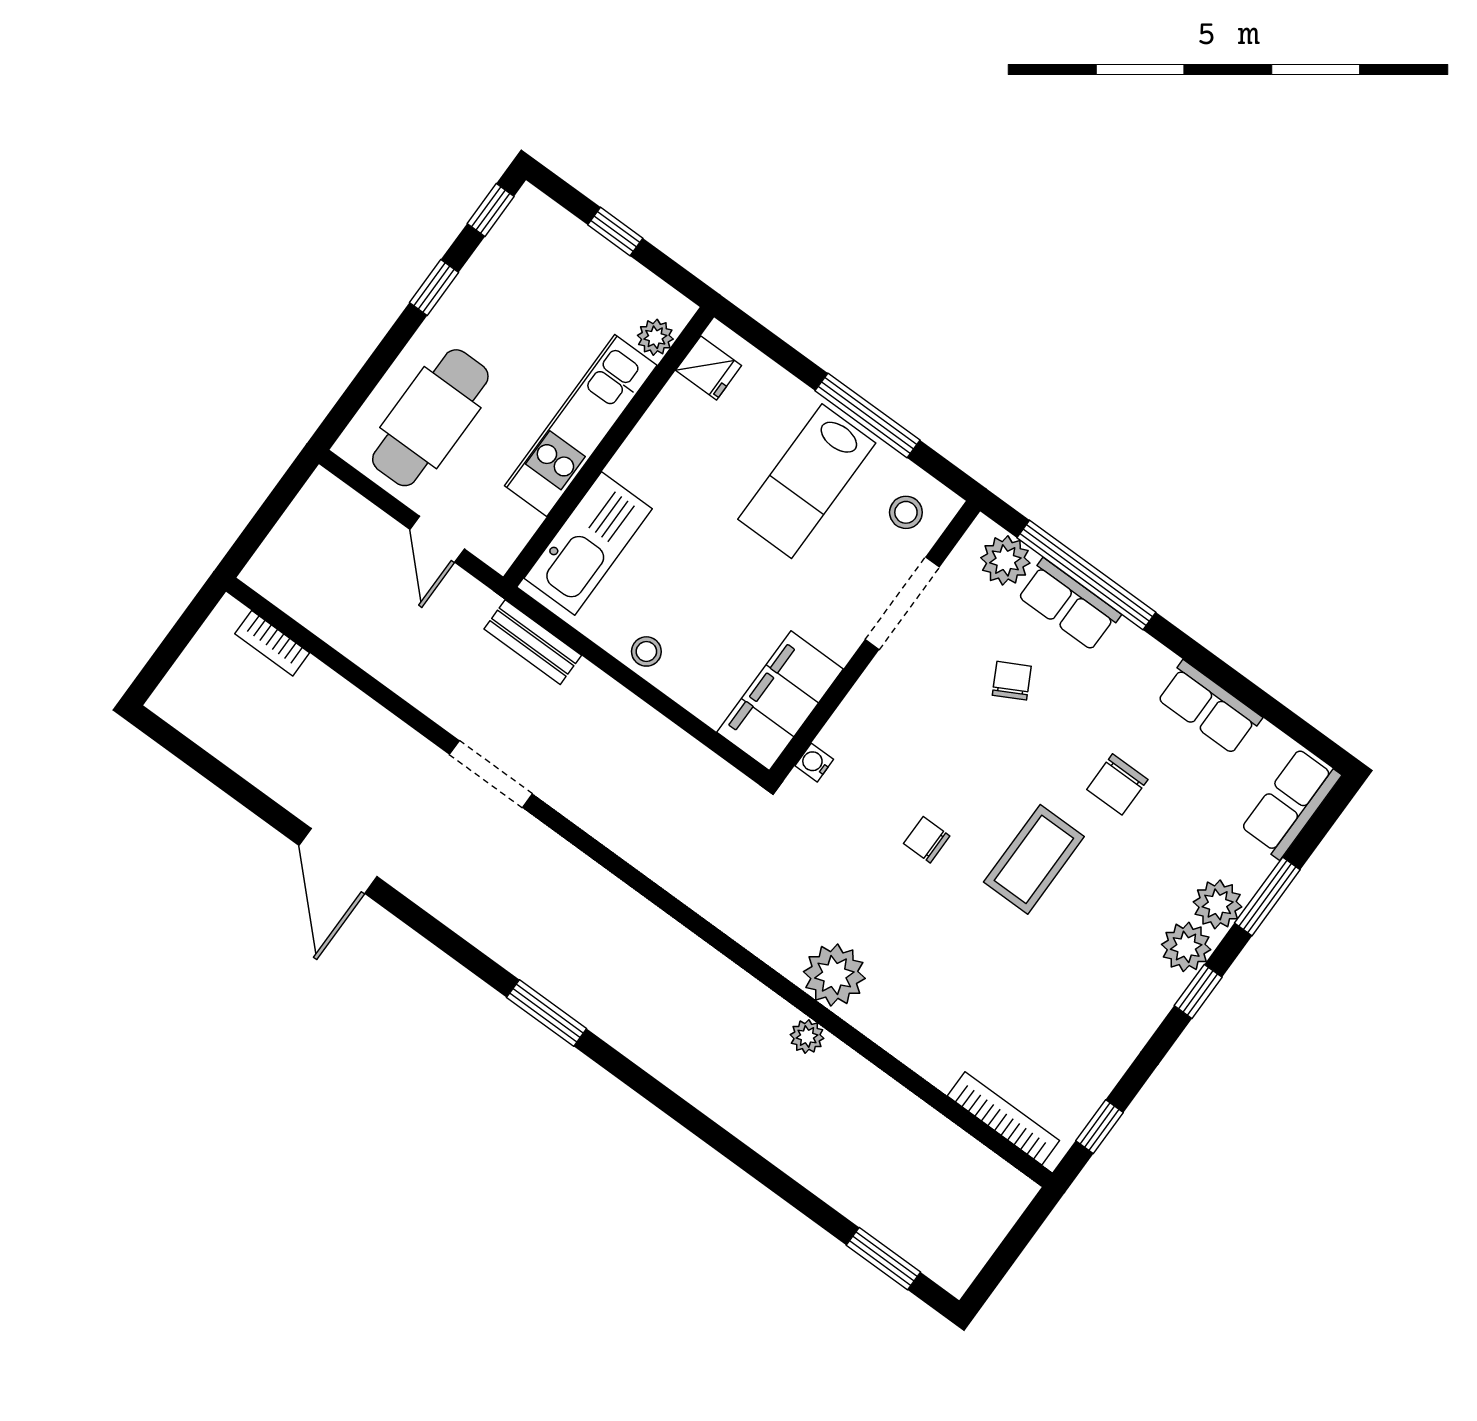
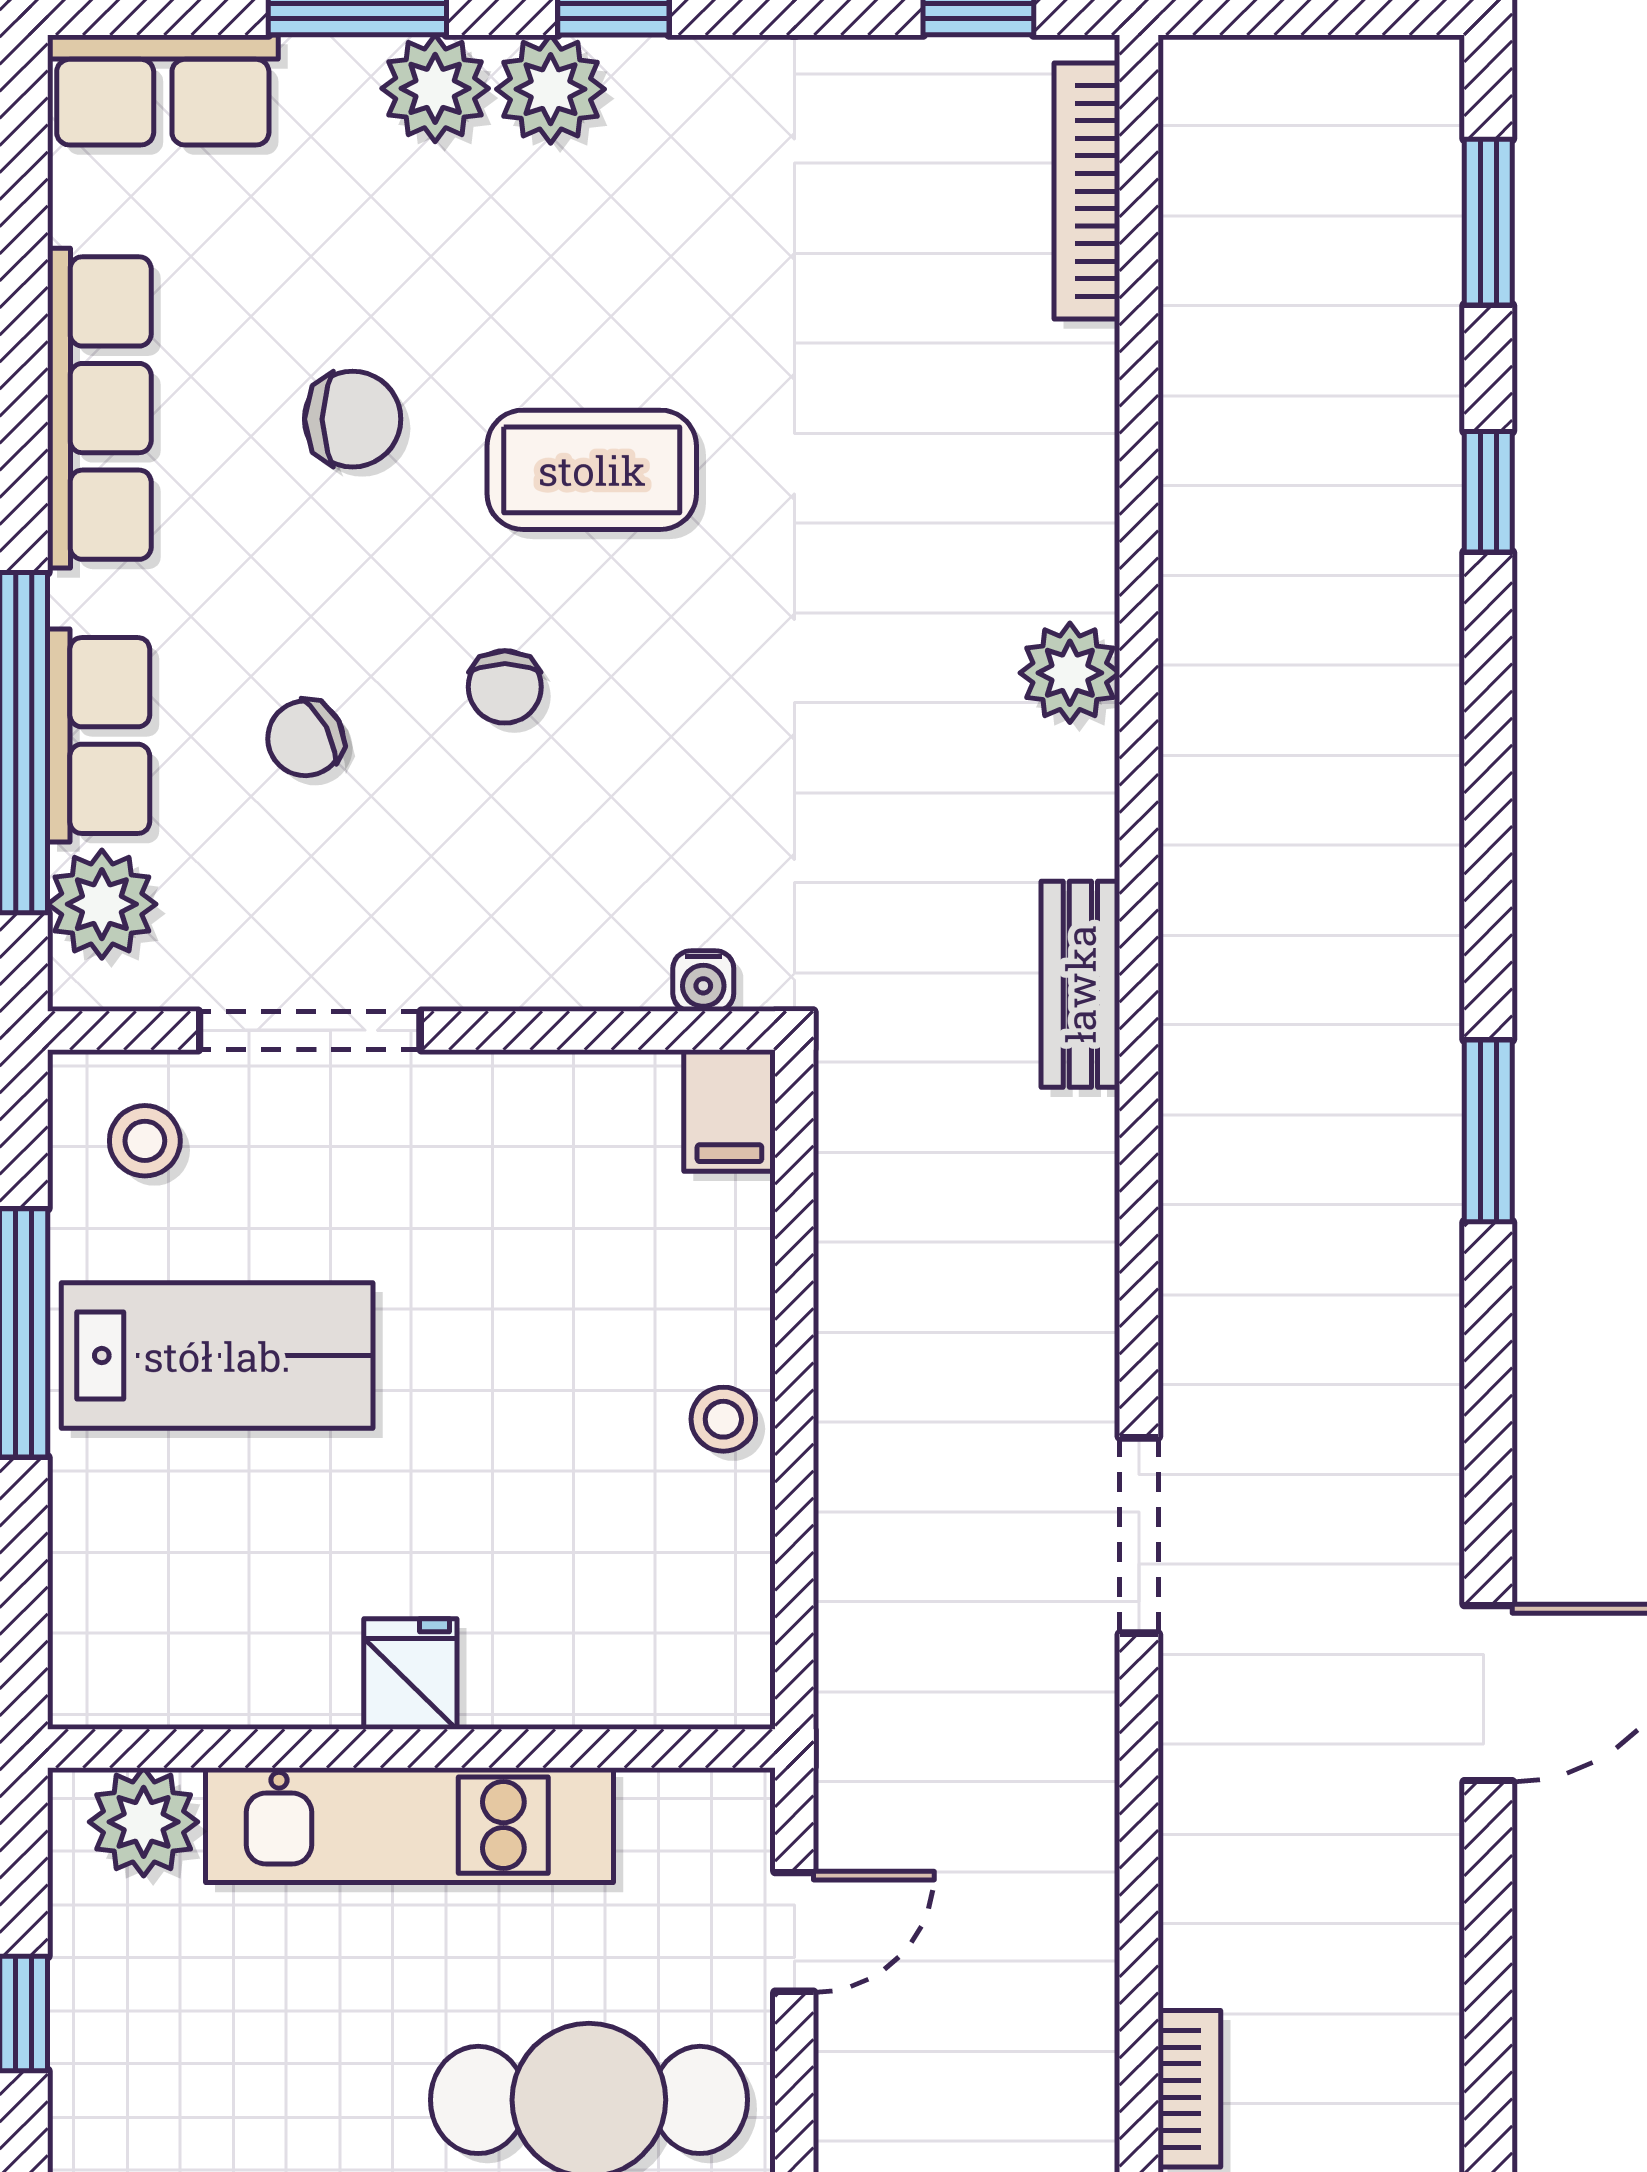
plant: (655, 337) -> (144, 1822), width x1.38, depth x1.38
fridge: (709, 368) -> (410, 1674), moved
kitchen sink: (588, 544) -> (608, 1660), removed
bench: (533, 642) -> (1080, 984), moved
filing cabinet: (780, 701) -> (729, 1110), width x0.33, depth x0.86
row of seats: (1209, 708) -> (99, 408), width x1.48
chair: (927, 840) -> (505, 687), moved
plant: (834, 975) -> (1070, 673), width x0.73, depth x0.73
plant: (807, 1037) -> (1195, 642), removed
window: (783, 1186) -> (1488, 492), added

